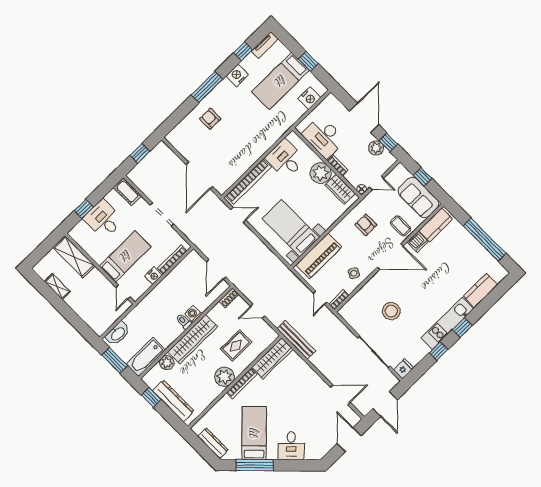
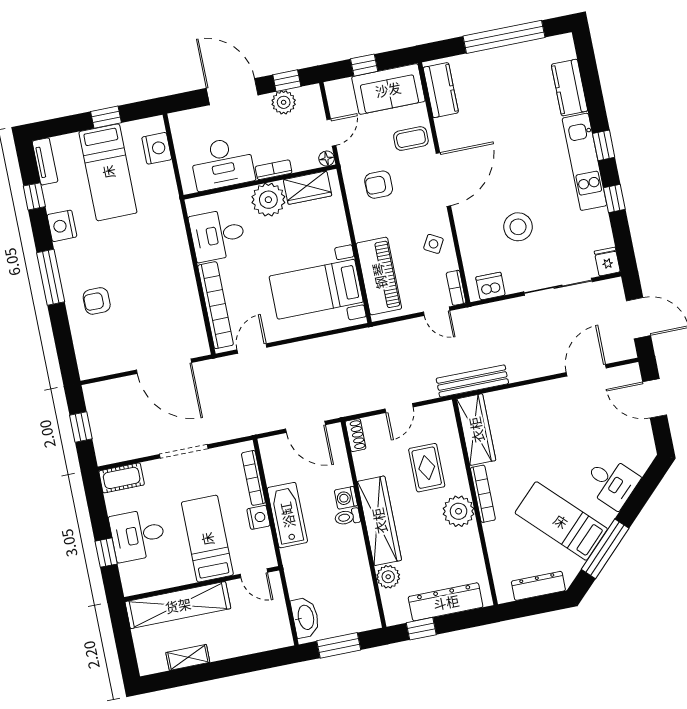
dishwasher: (417, 242) -> (490, 286), moved, turned -90
shelving: (74, 257) -> (178, 605), width x1.47
bathtub: (146, 357) -> (287, 515), moved, turned 180

